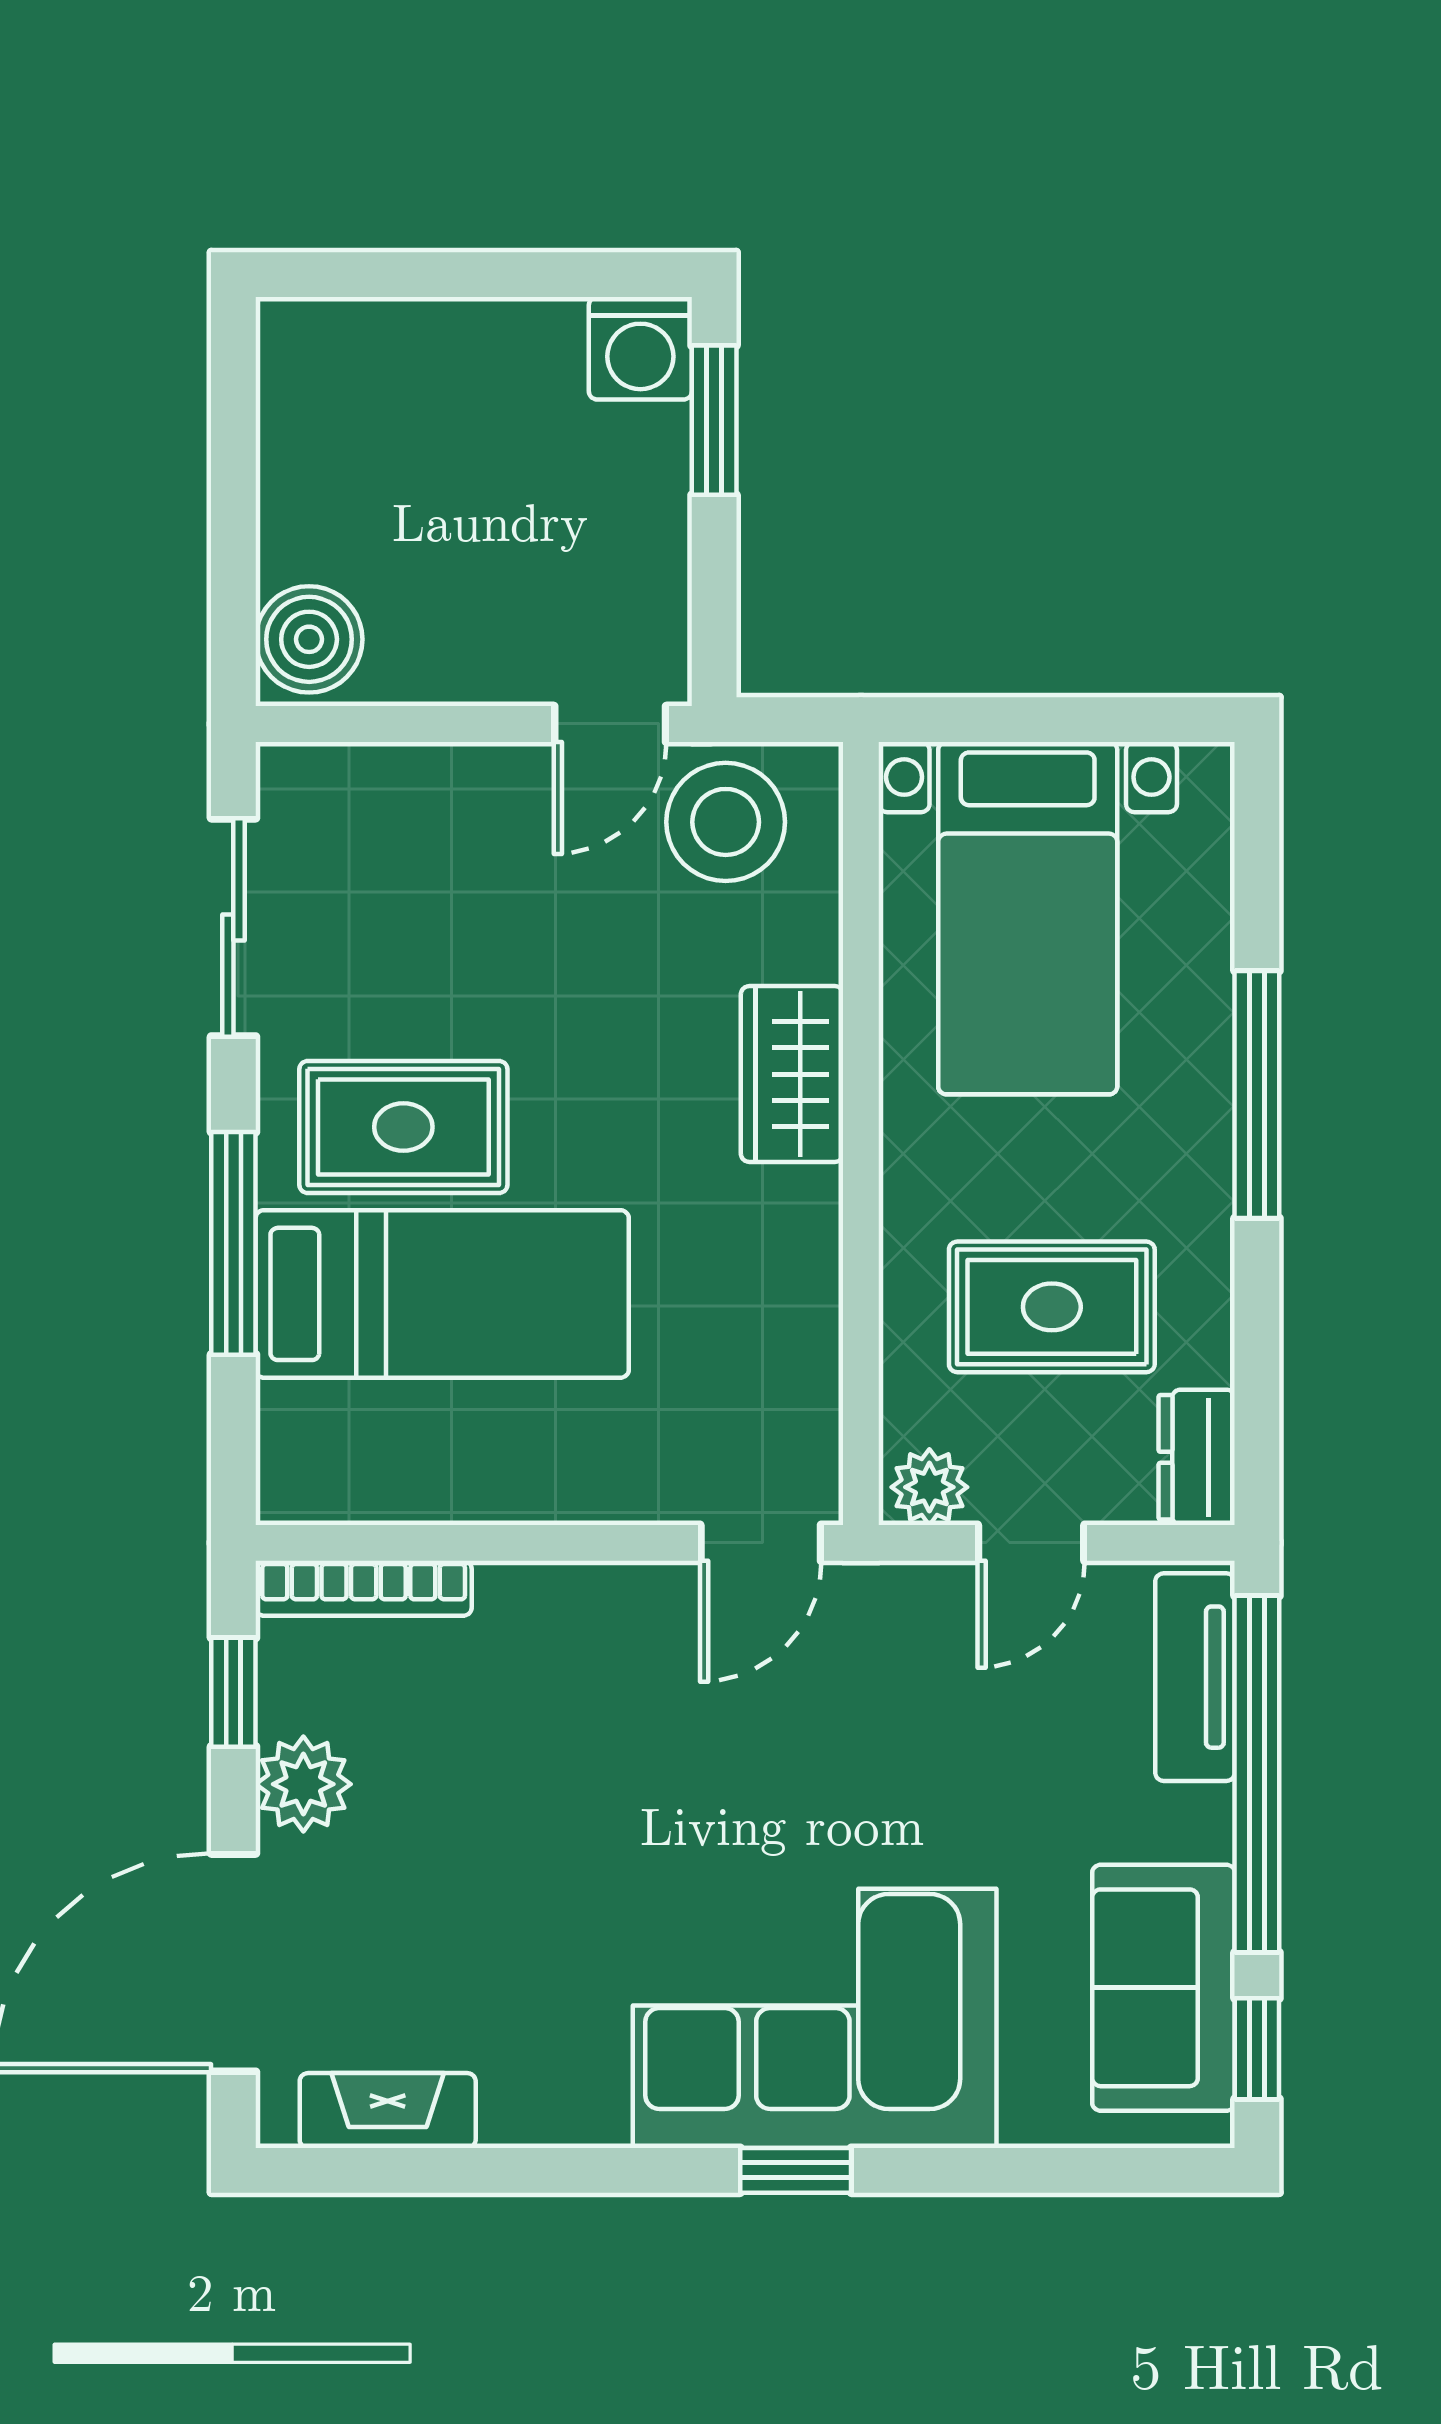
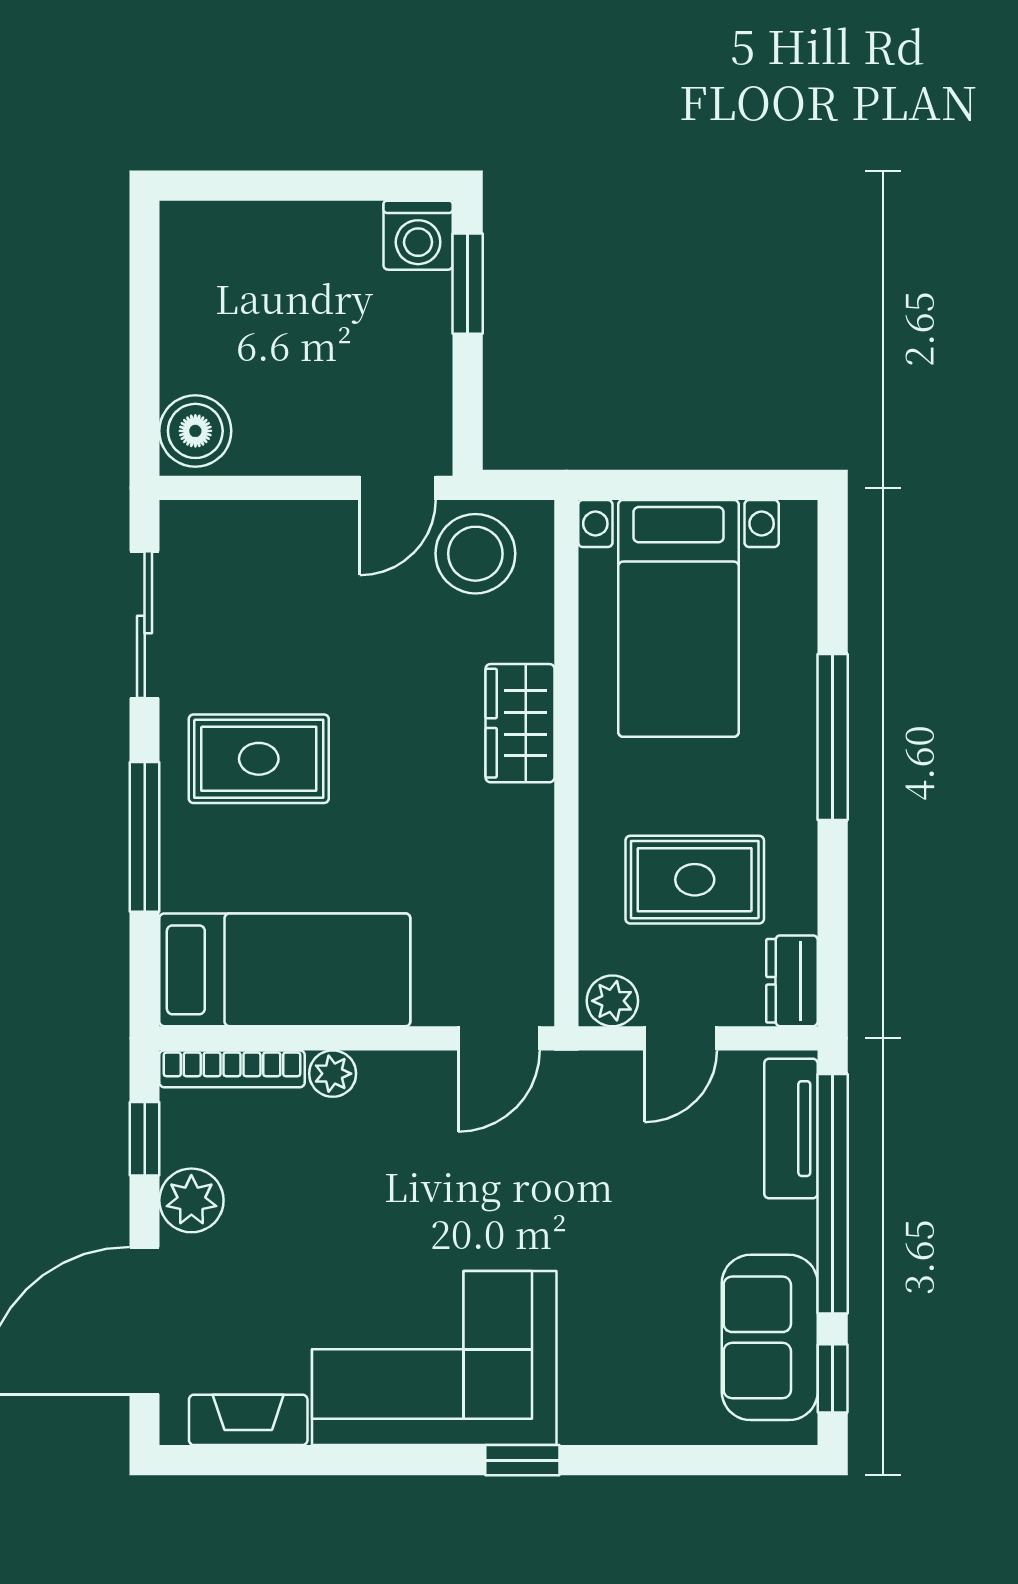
bed: (442, 1294) -> (285, 970), moved
plant: (513, 1595) -> (333, 1074), added
corner sofa: (815, 2018) -> (434, 1358), moved

